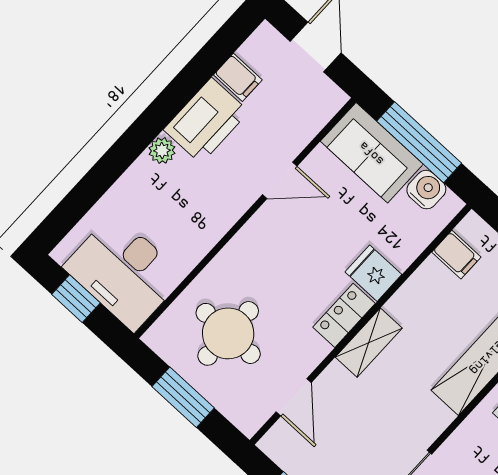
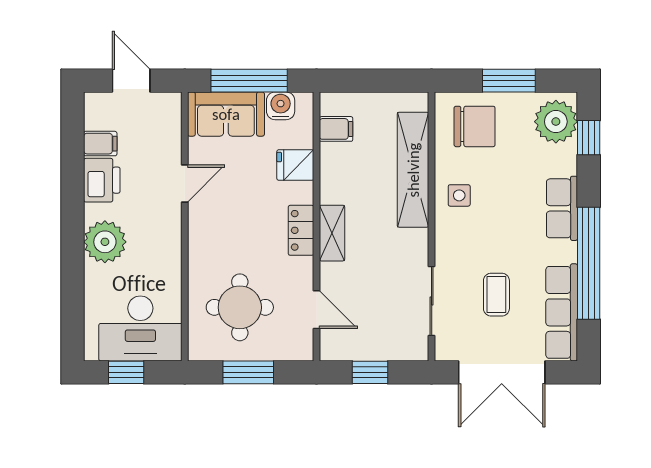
printer: (206, 121) -> (102, 180), width x0.73, depth x0.84
plant: (162, 151) -> (105, 242), width x1.88, depth x1.88
fridge: (373, 273) -> (295, 165), moved

